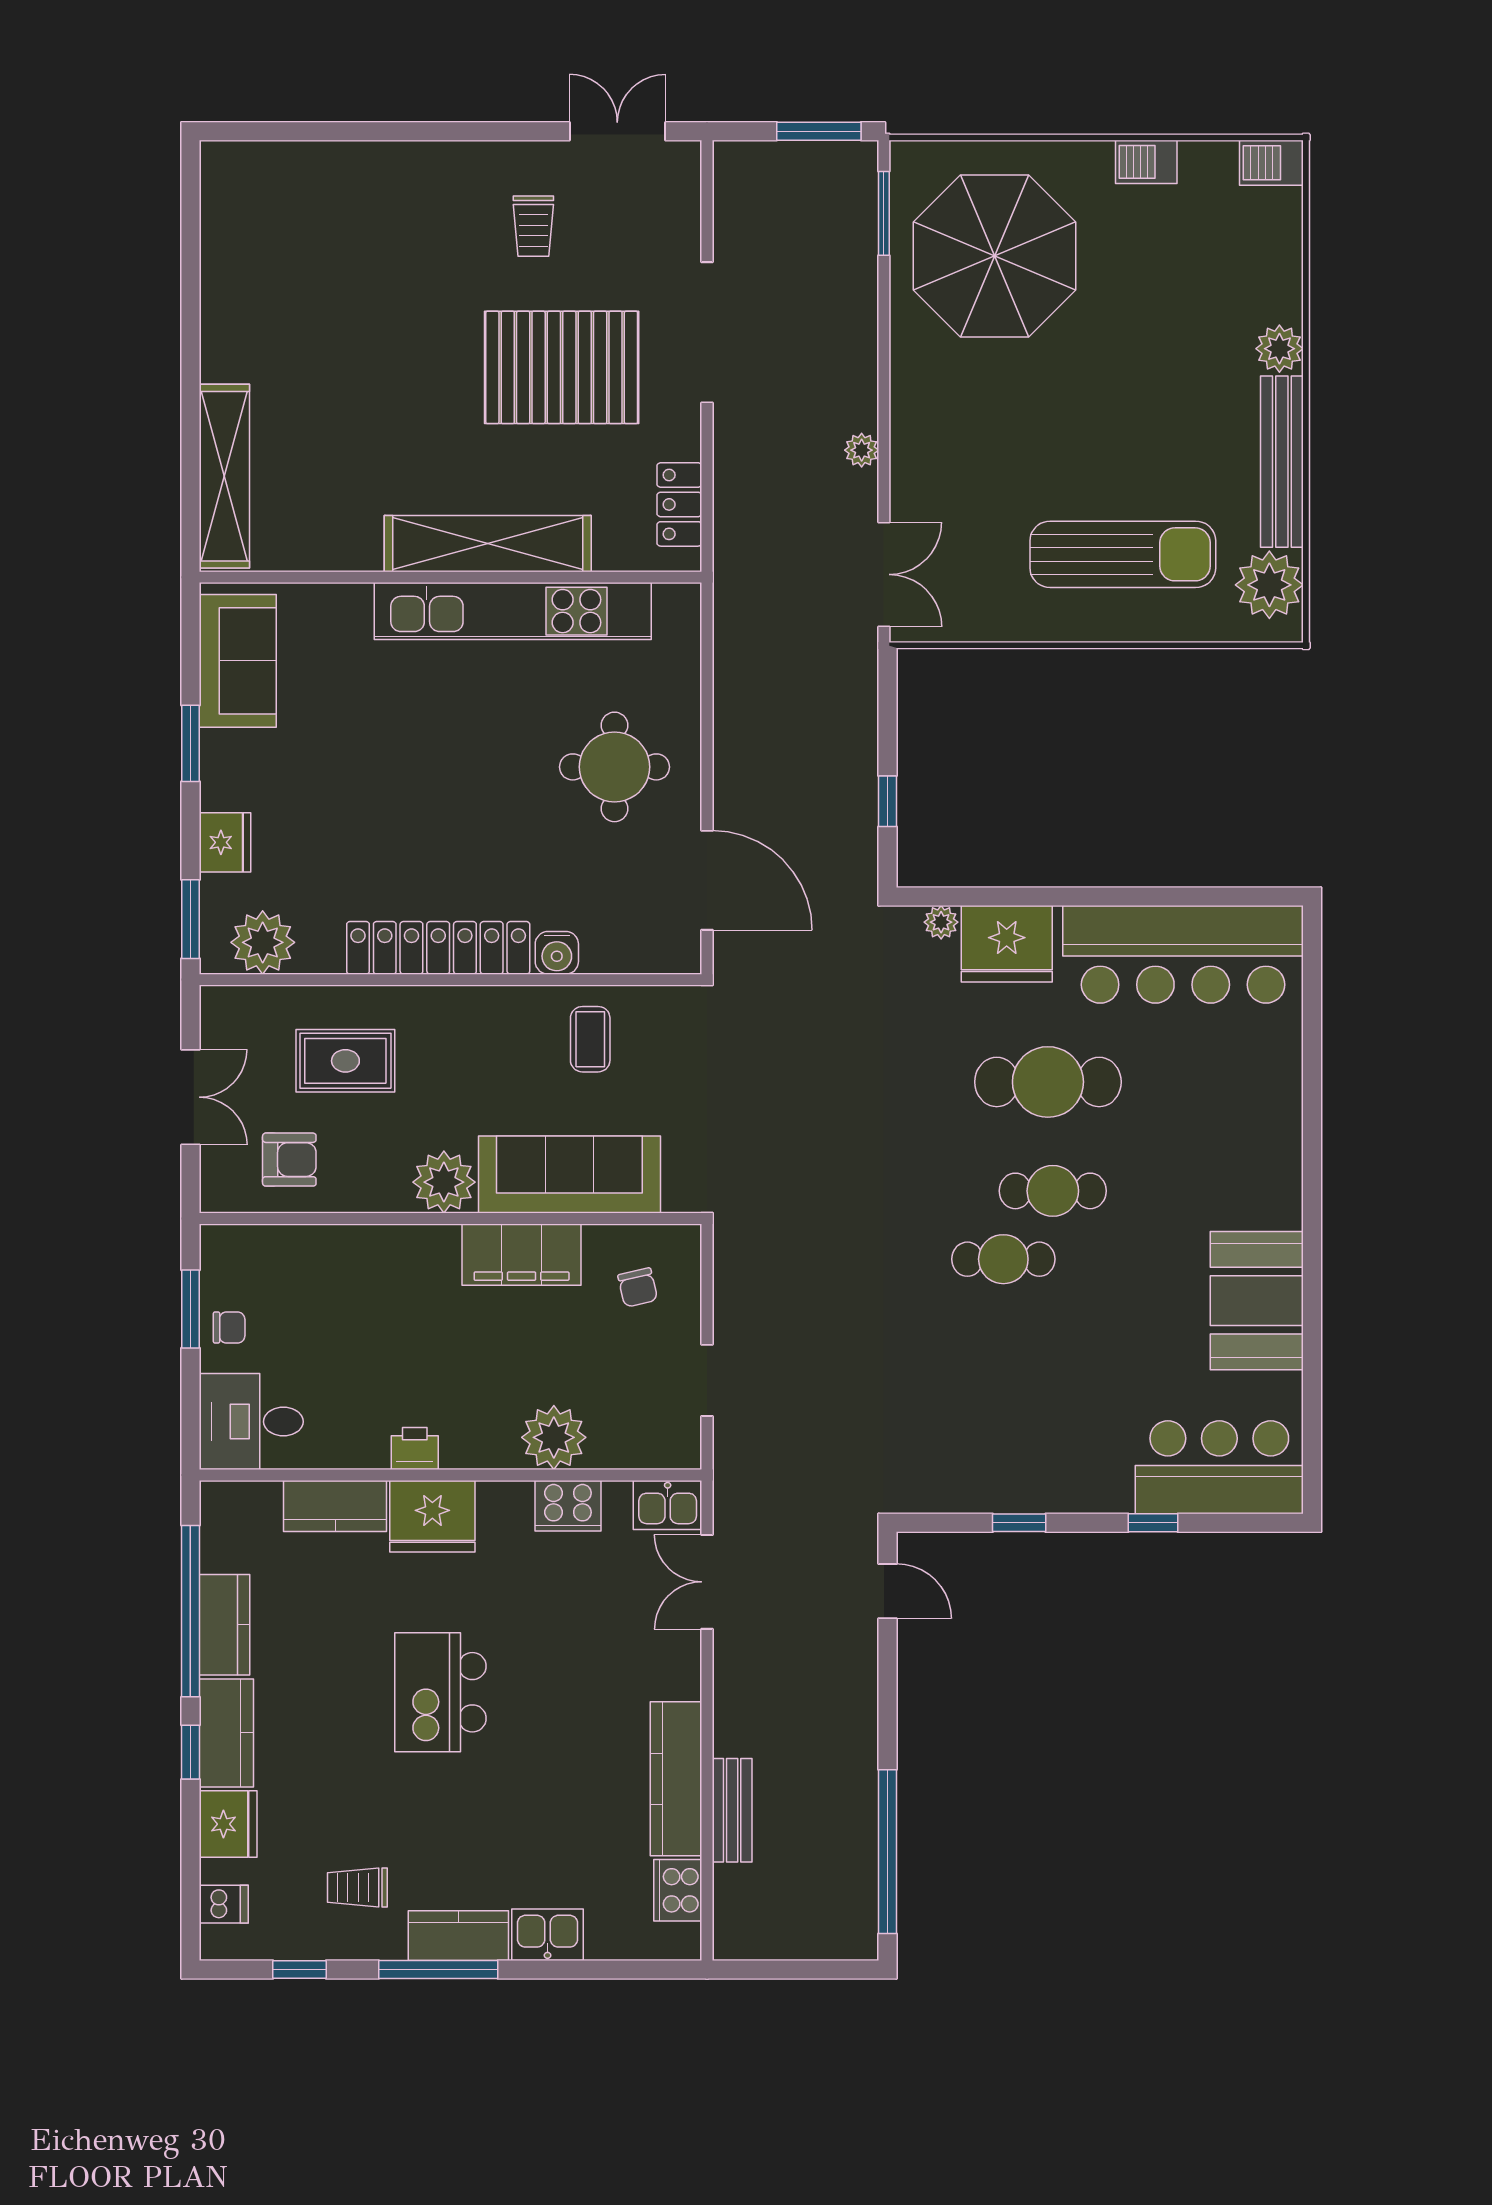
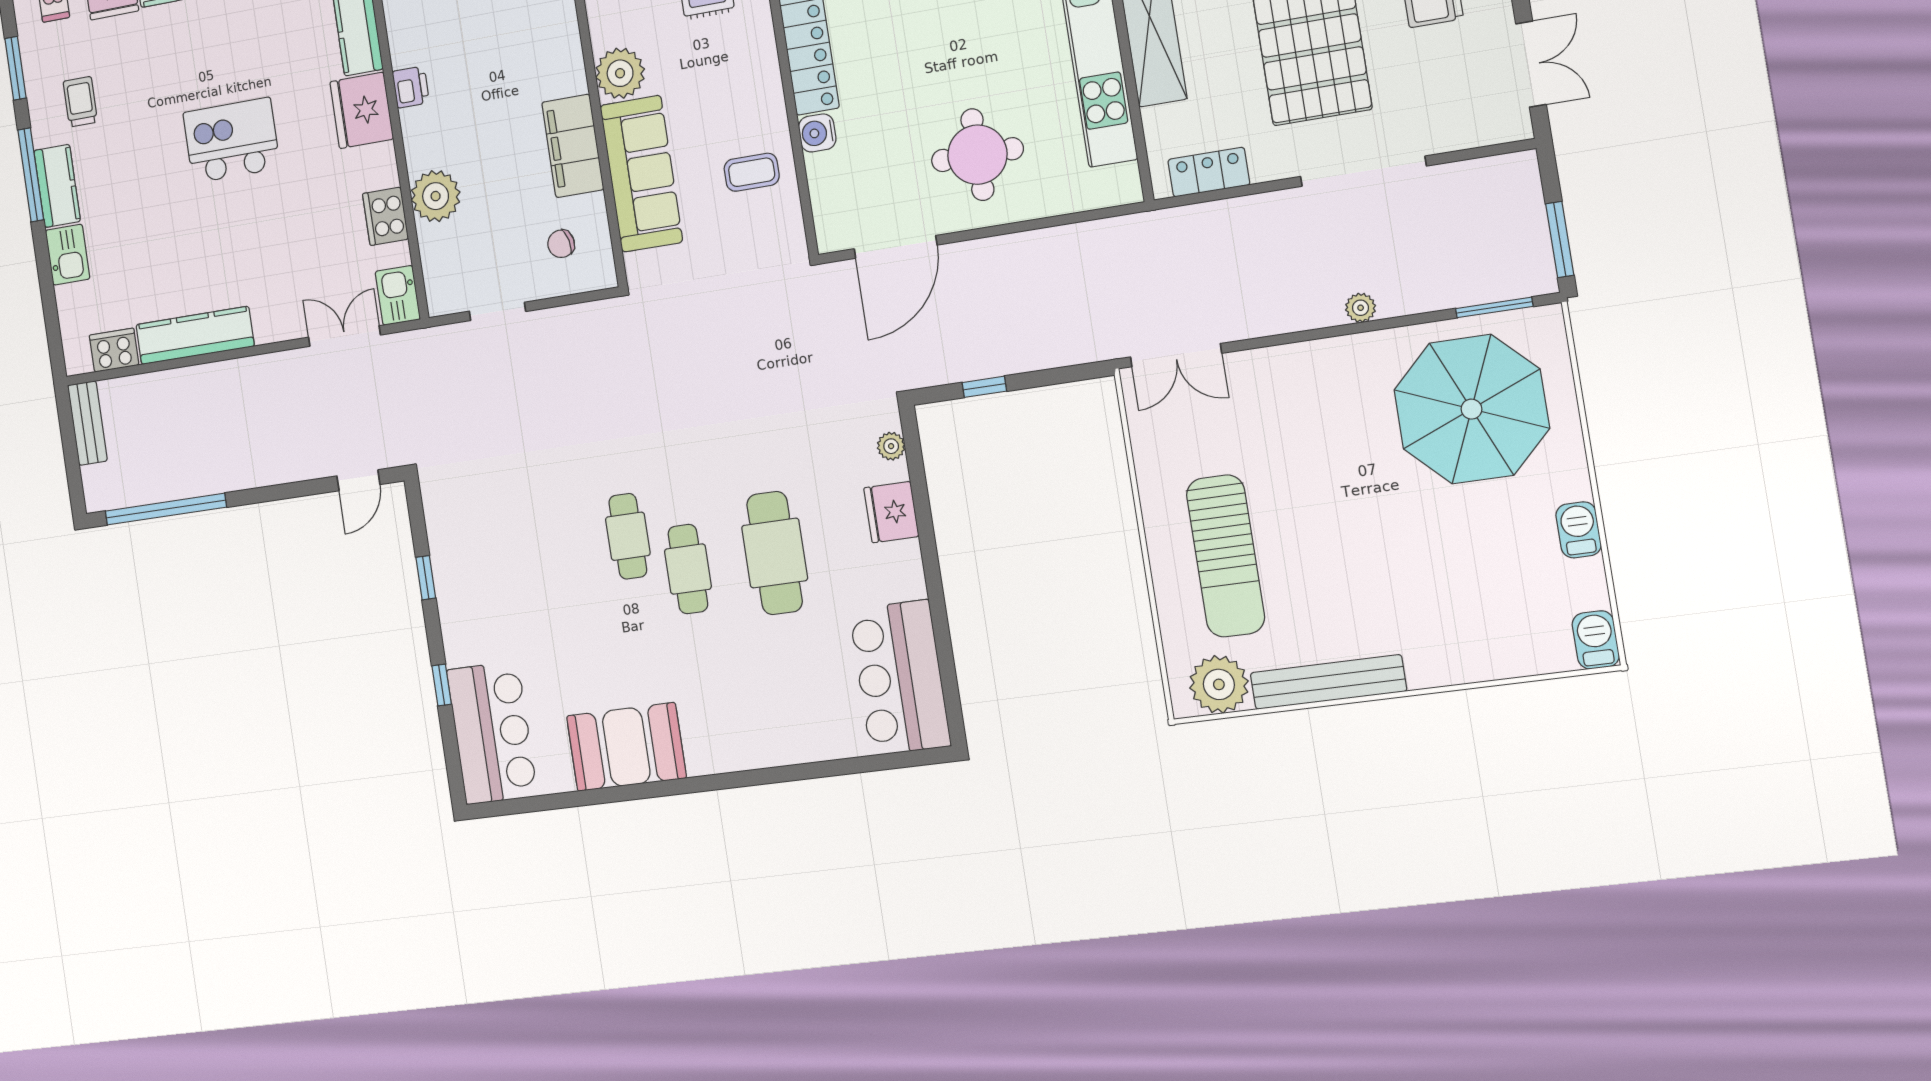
plant: (1279, 349) -> (1428, 668), removed
plant: (862, 450) -> (1361, 308), moved
fridge: (1007, 944) -> (891, 512), width x0.73, depth x0.75
bar counter: (1183, 954) -> (900, 678), width x0.73
bench: (732, 1810) -> (87, 423), moved, turned 90
window: (300, 1969) -> (15, 68), width x1.50

